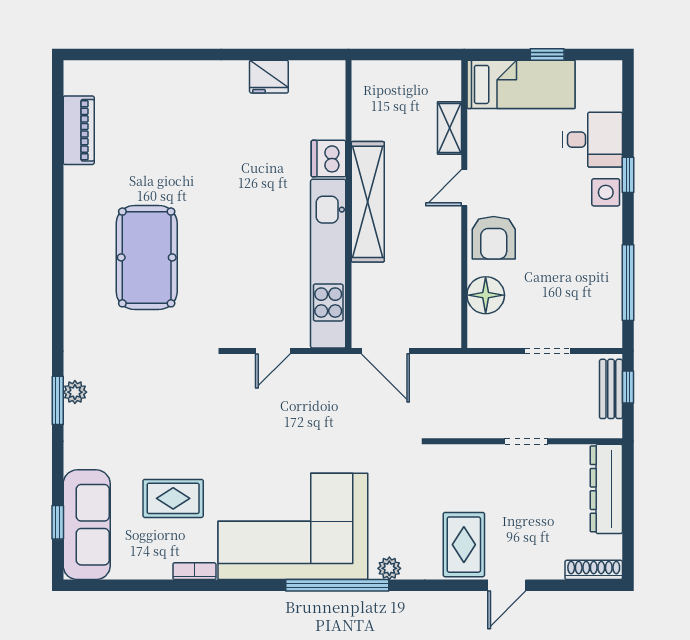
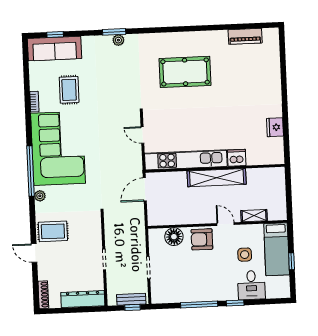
side table: (606, 192) -> (245, 255), moved
window: (628, 283) -> (199, 304), moved

